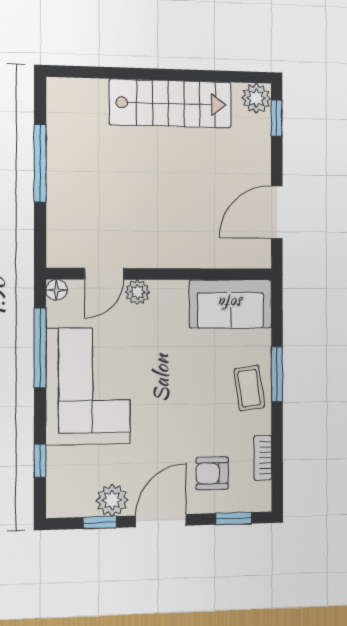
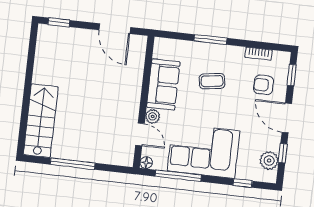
plant: (256, 98) -> (46, 33), removed
stairs: (171, 103) -> (41, 121), moved
sofa: (231, 304) -> (163, 84), moved
coffee table: (249, 388) -> (212, 81), moved
armchair: (212, 473) -> (263, 85), turned 90
plant: (112, 500) -> (269, 161), moved

